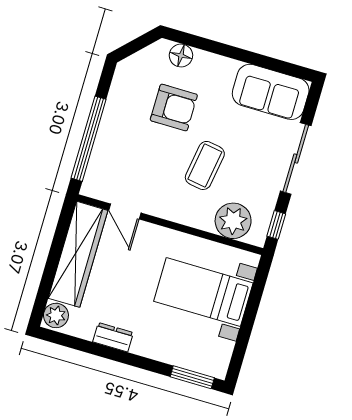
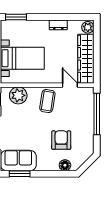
window: (275, 65) -> (20, 174), added
armchair: (174, 108) -> (61, 140), turned 90
coffee table: (205, 165) -> (47, 101), moved

